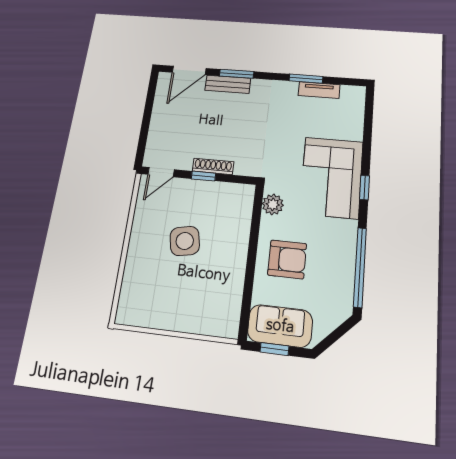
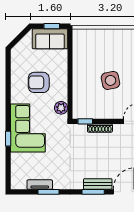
window: (203, 176) -> (85, 121), moved
window: (364, 188) -> (8, 139), moved
armchair: (287, 259) -> (39, 82), moved
window: (360, 267) -> (8, 76), removed

